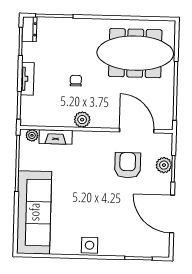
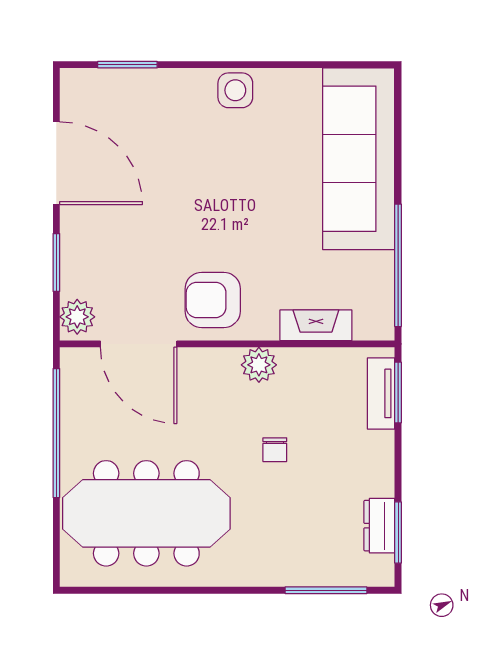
dresser: (29, 29) -> (379, 526), moved
tv unit: (27, 79) -> (381, 393), moved
plant: (32, 135) -> (368, 327), removed
armchair: (128, 165) -> (213, 300), moved, turned 90
plant: (164, 165) -> (77, 317), moved

